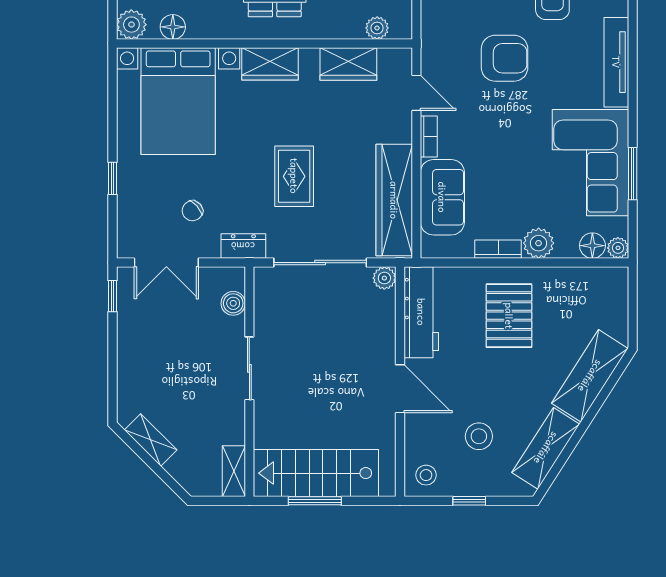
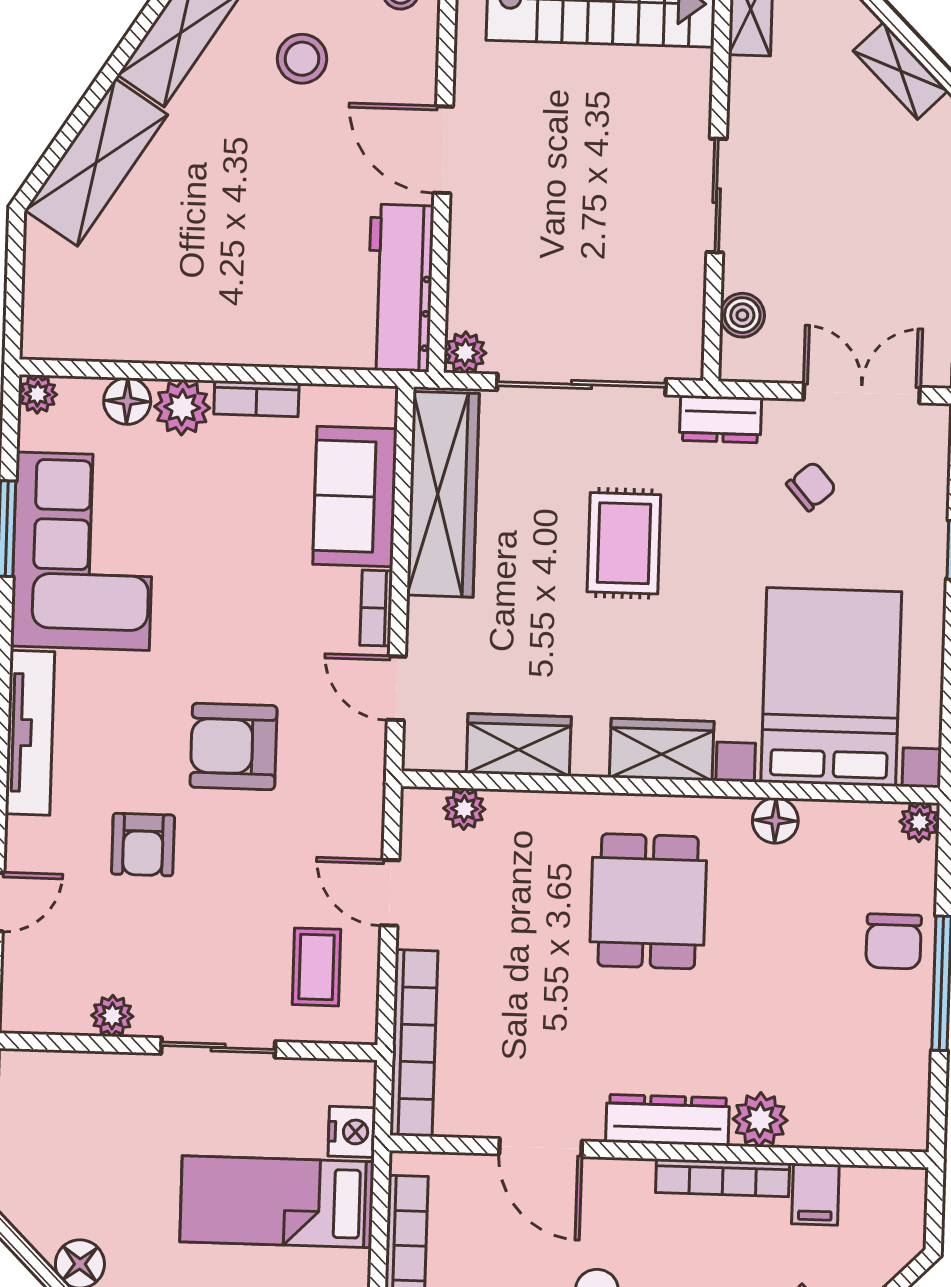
plant: (131, 25) -> (919, 822), width x0.73, depth x0.73
floor lamp: (173, 27) -> (775, 821), moved
floor lamp: (592, 246) -> (127, 401), moved
pallet: (509, 316) -> (240, 277), removed

